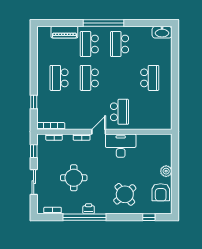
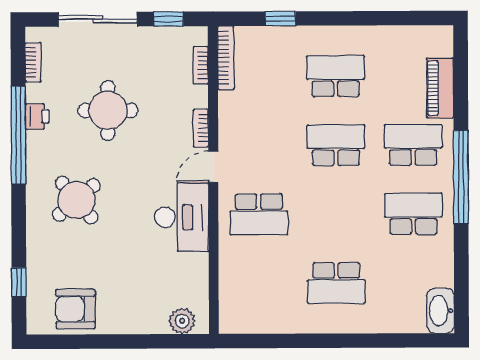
door: (99, 132) -> (213, 167), swing flipped
plant: (166, 171) -> (182, 321), moved
sliding door: (34, 182) -> (98, 19), width x1.37
round table: (125, 194) -> (76, 200), moved
printer: (89, 209) -> (37, 116), moved

